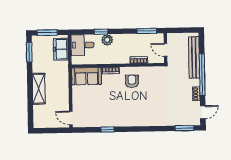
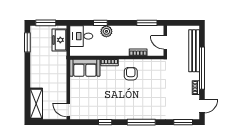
shelving: (39, 89) -> (36, 104), moved
window: (143, 129) -> (141, 122), added

